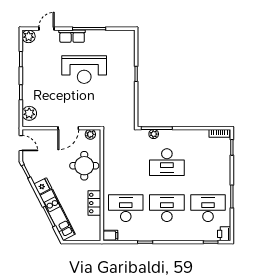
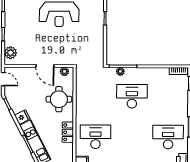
door: (68, 128) -> (45, 66), hinge flipped
desk: (167, 162) -> (132, 96), turned 180
desk: (167, 208) -> (132, 137), removed

